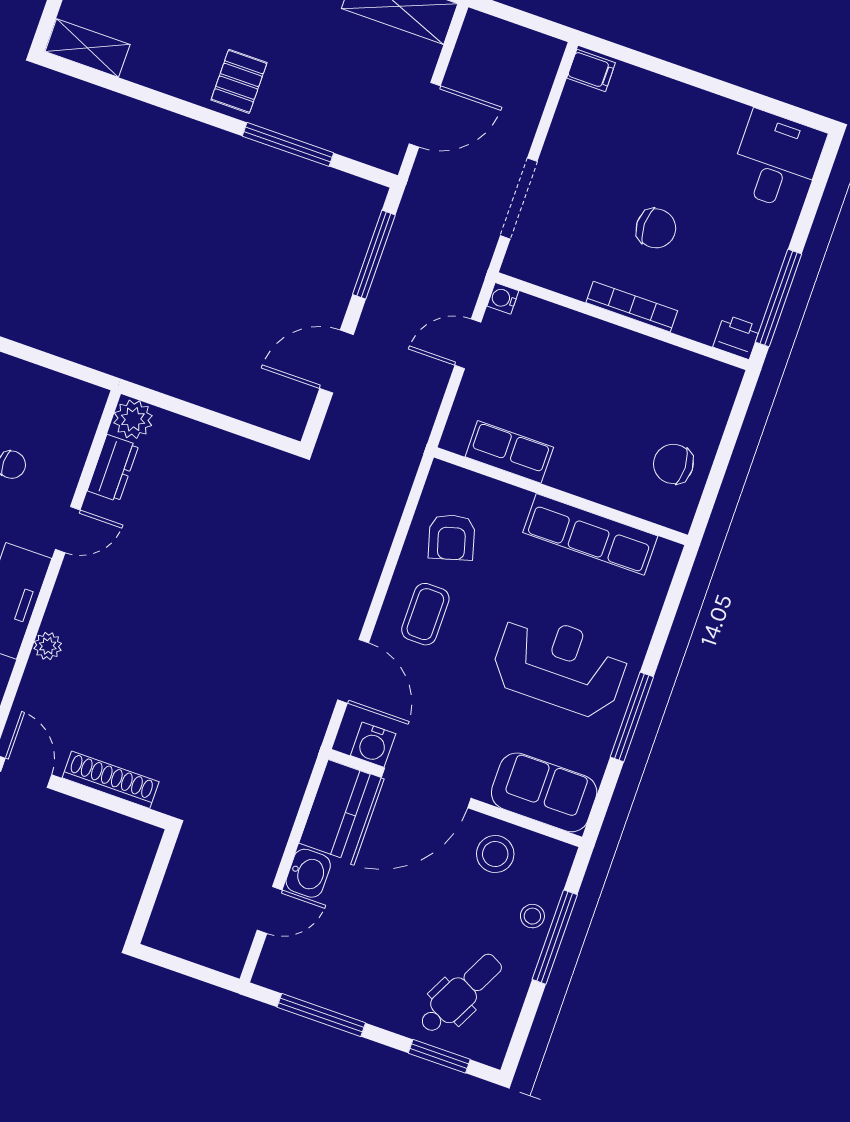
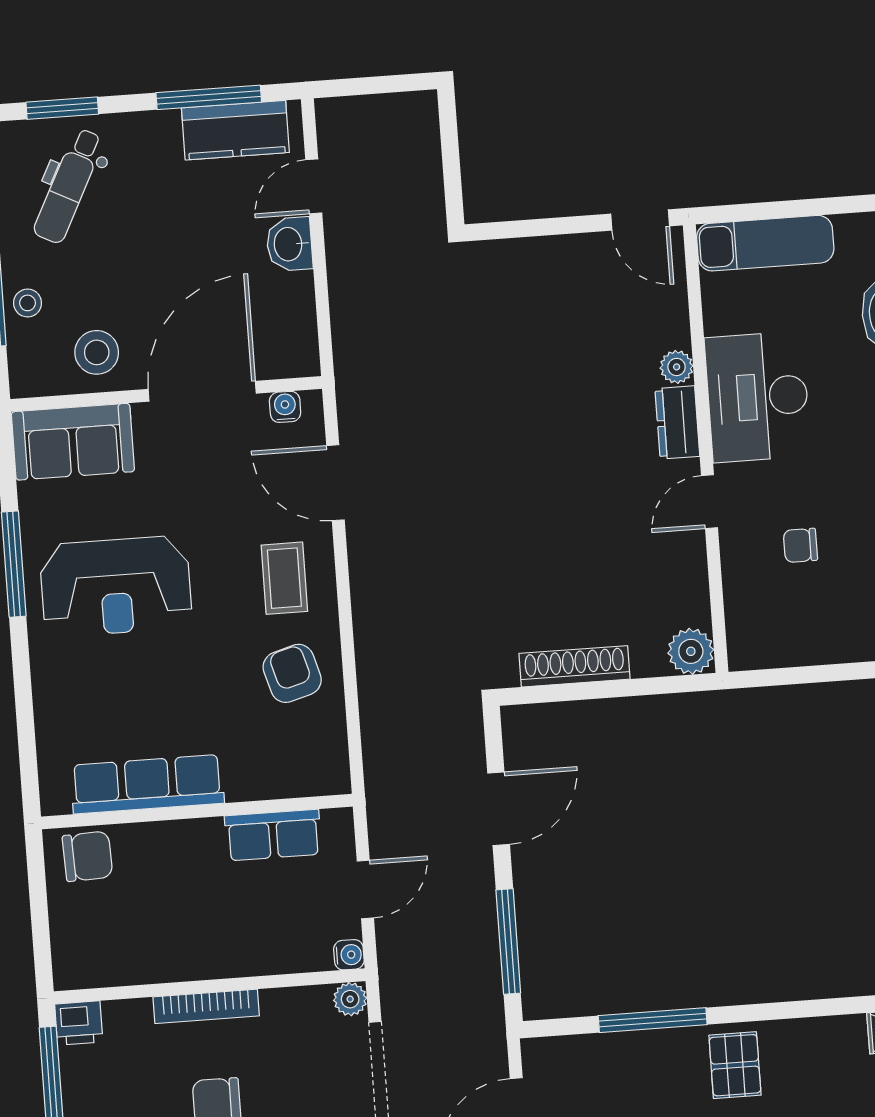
plant: (517, 263) -> (350, 999), added
row of seats: (509, 452) -> (273, 835), moved
dresser: (113, 468) -> (677, 422), moved
wall: (561, 496) -> (197, 812), moved
row of seats: (590, 534) -> (147, 784), moved
water cooler: (373, 745) -> (285, 407), width x0.72, depth x0.72
shoe rack: (111, 780) -> (574, 666), moved, turned 180
kitchen counter: (334, 809) -> (235, 130), moved, turned -90

